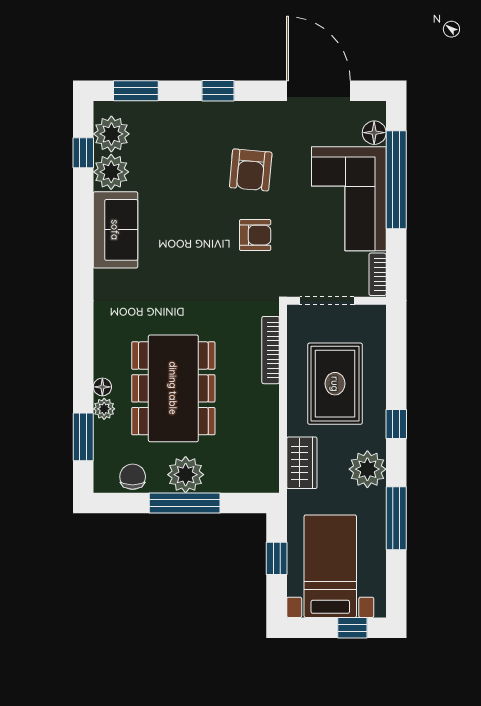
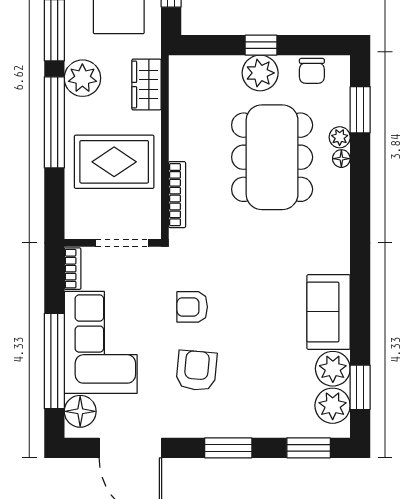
window: (218, 91) -> (228, 448), width x1.50
floor lamp: (374, 133) -> (80, 411), width x1.38, depth x1.38
window: (83, 153) -> (360, 387), width x1.50
rug: (335, 384) -> (114, 162), turned 90
window: (396, 424) -> (54, 122), width x3.17
window: (185, 503) -> (261, 45), width x0.46

